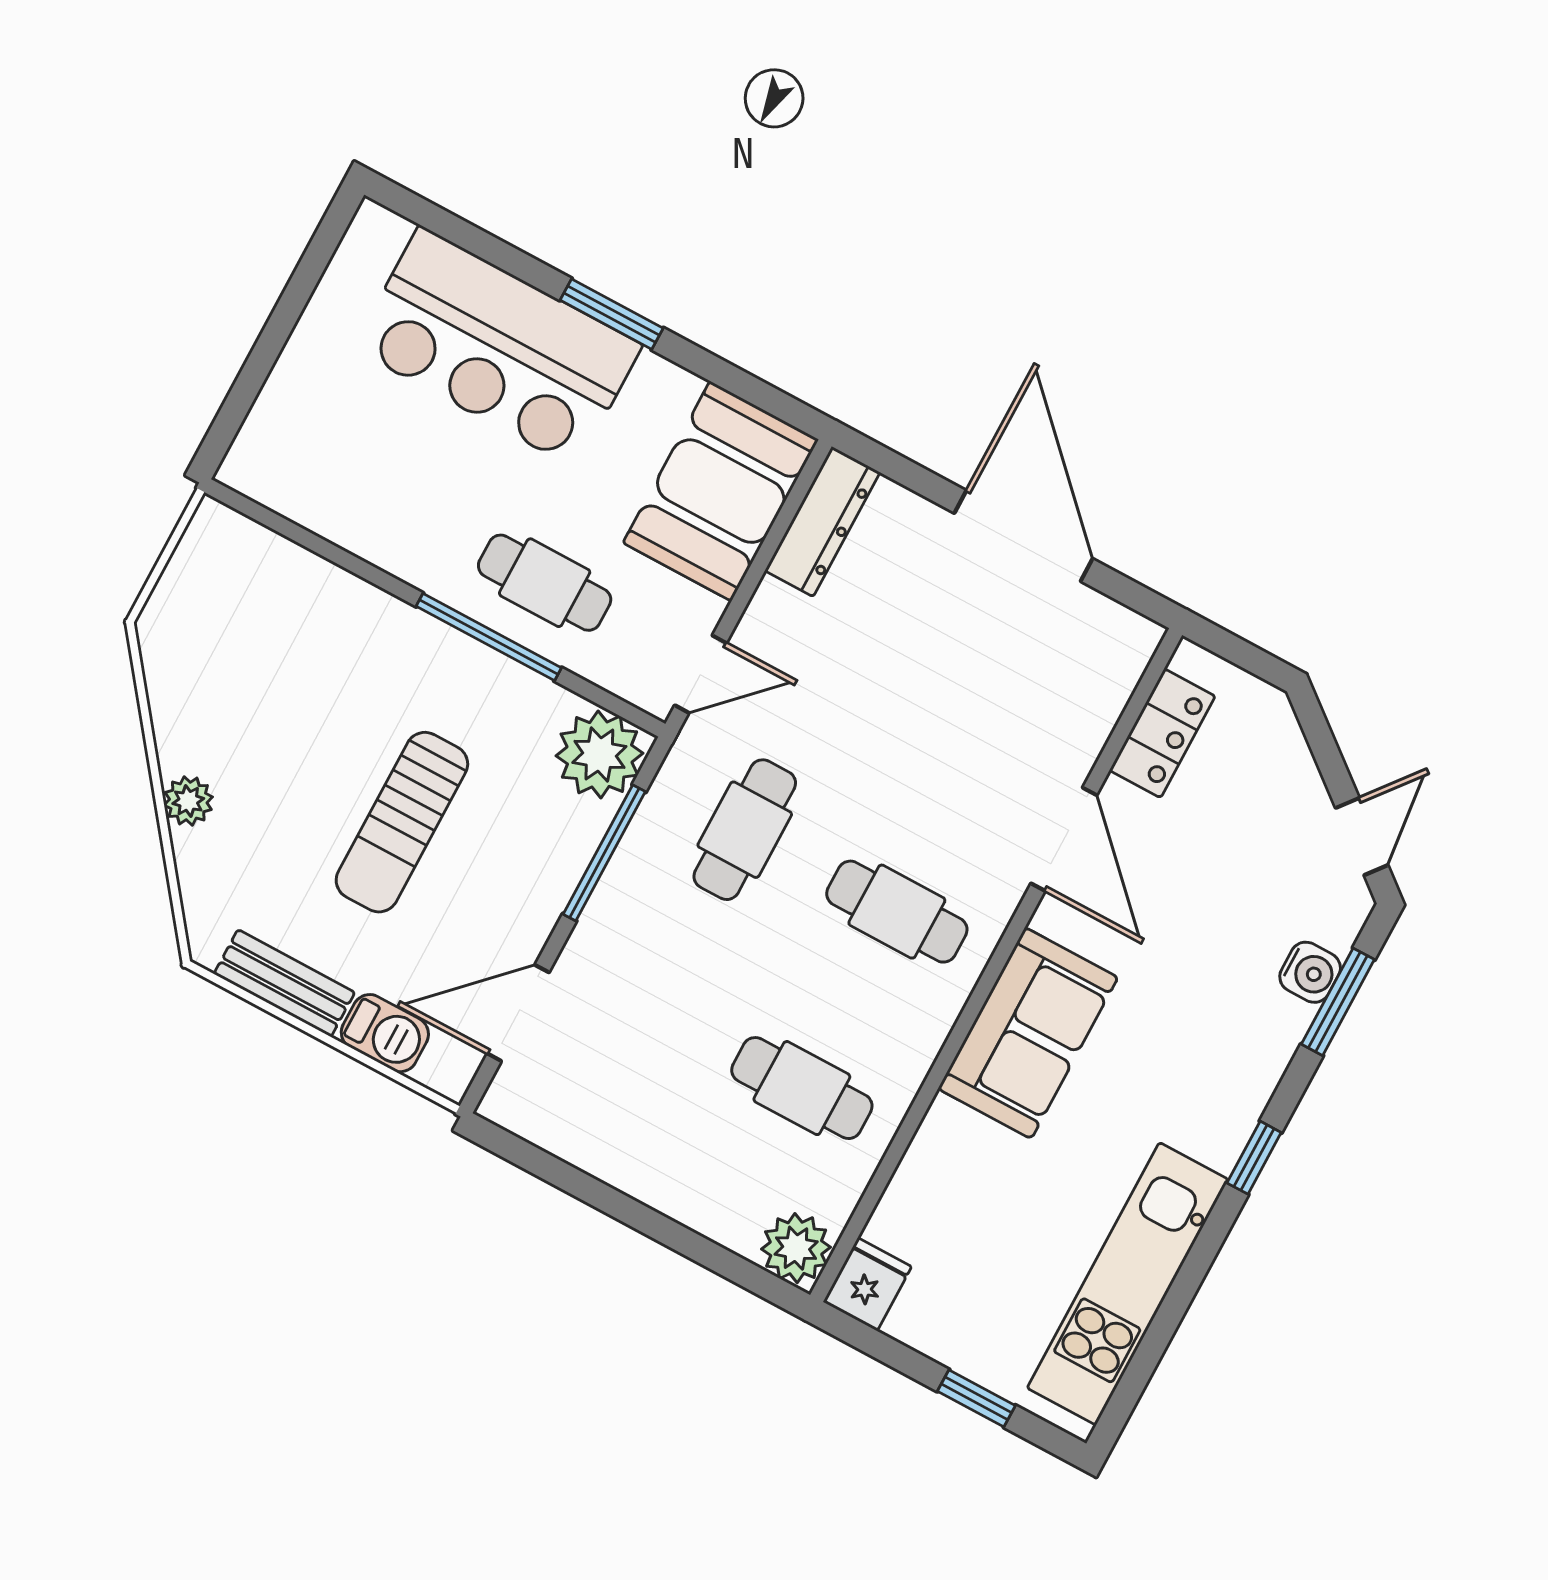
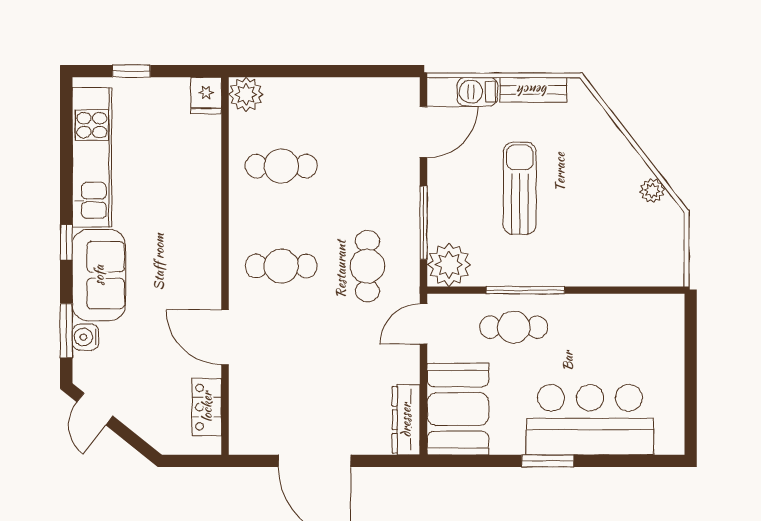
plant: (188, 801) -> (652, 191), moved
sofa: (1028, 1033) -> (99, 275), moved, turned 180

